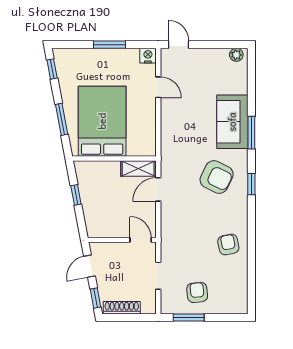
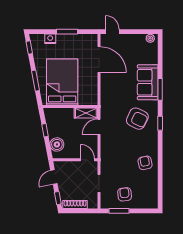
nightstand: (148, 56) -> (50, 39), moved
door: (158, 87) -> (99, 60), width x1.88
boiler: (94, 216) -> (57, 144), added

